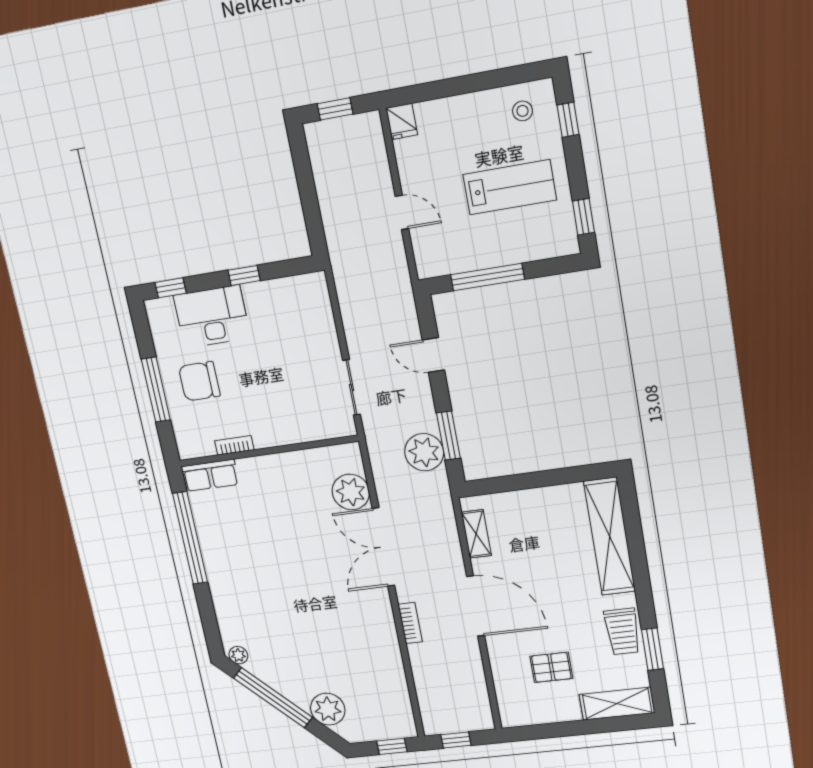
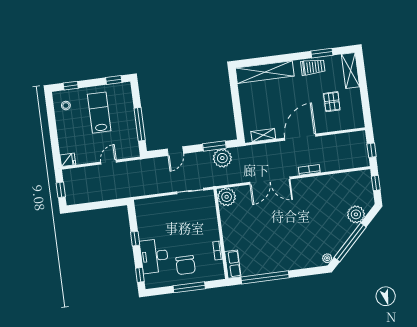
plant: (351, 492) -> (227, 197), moved

